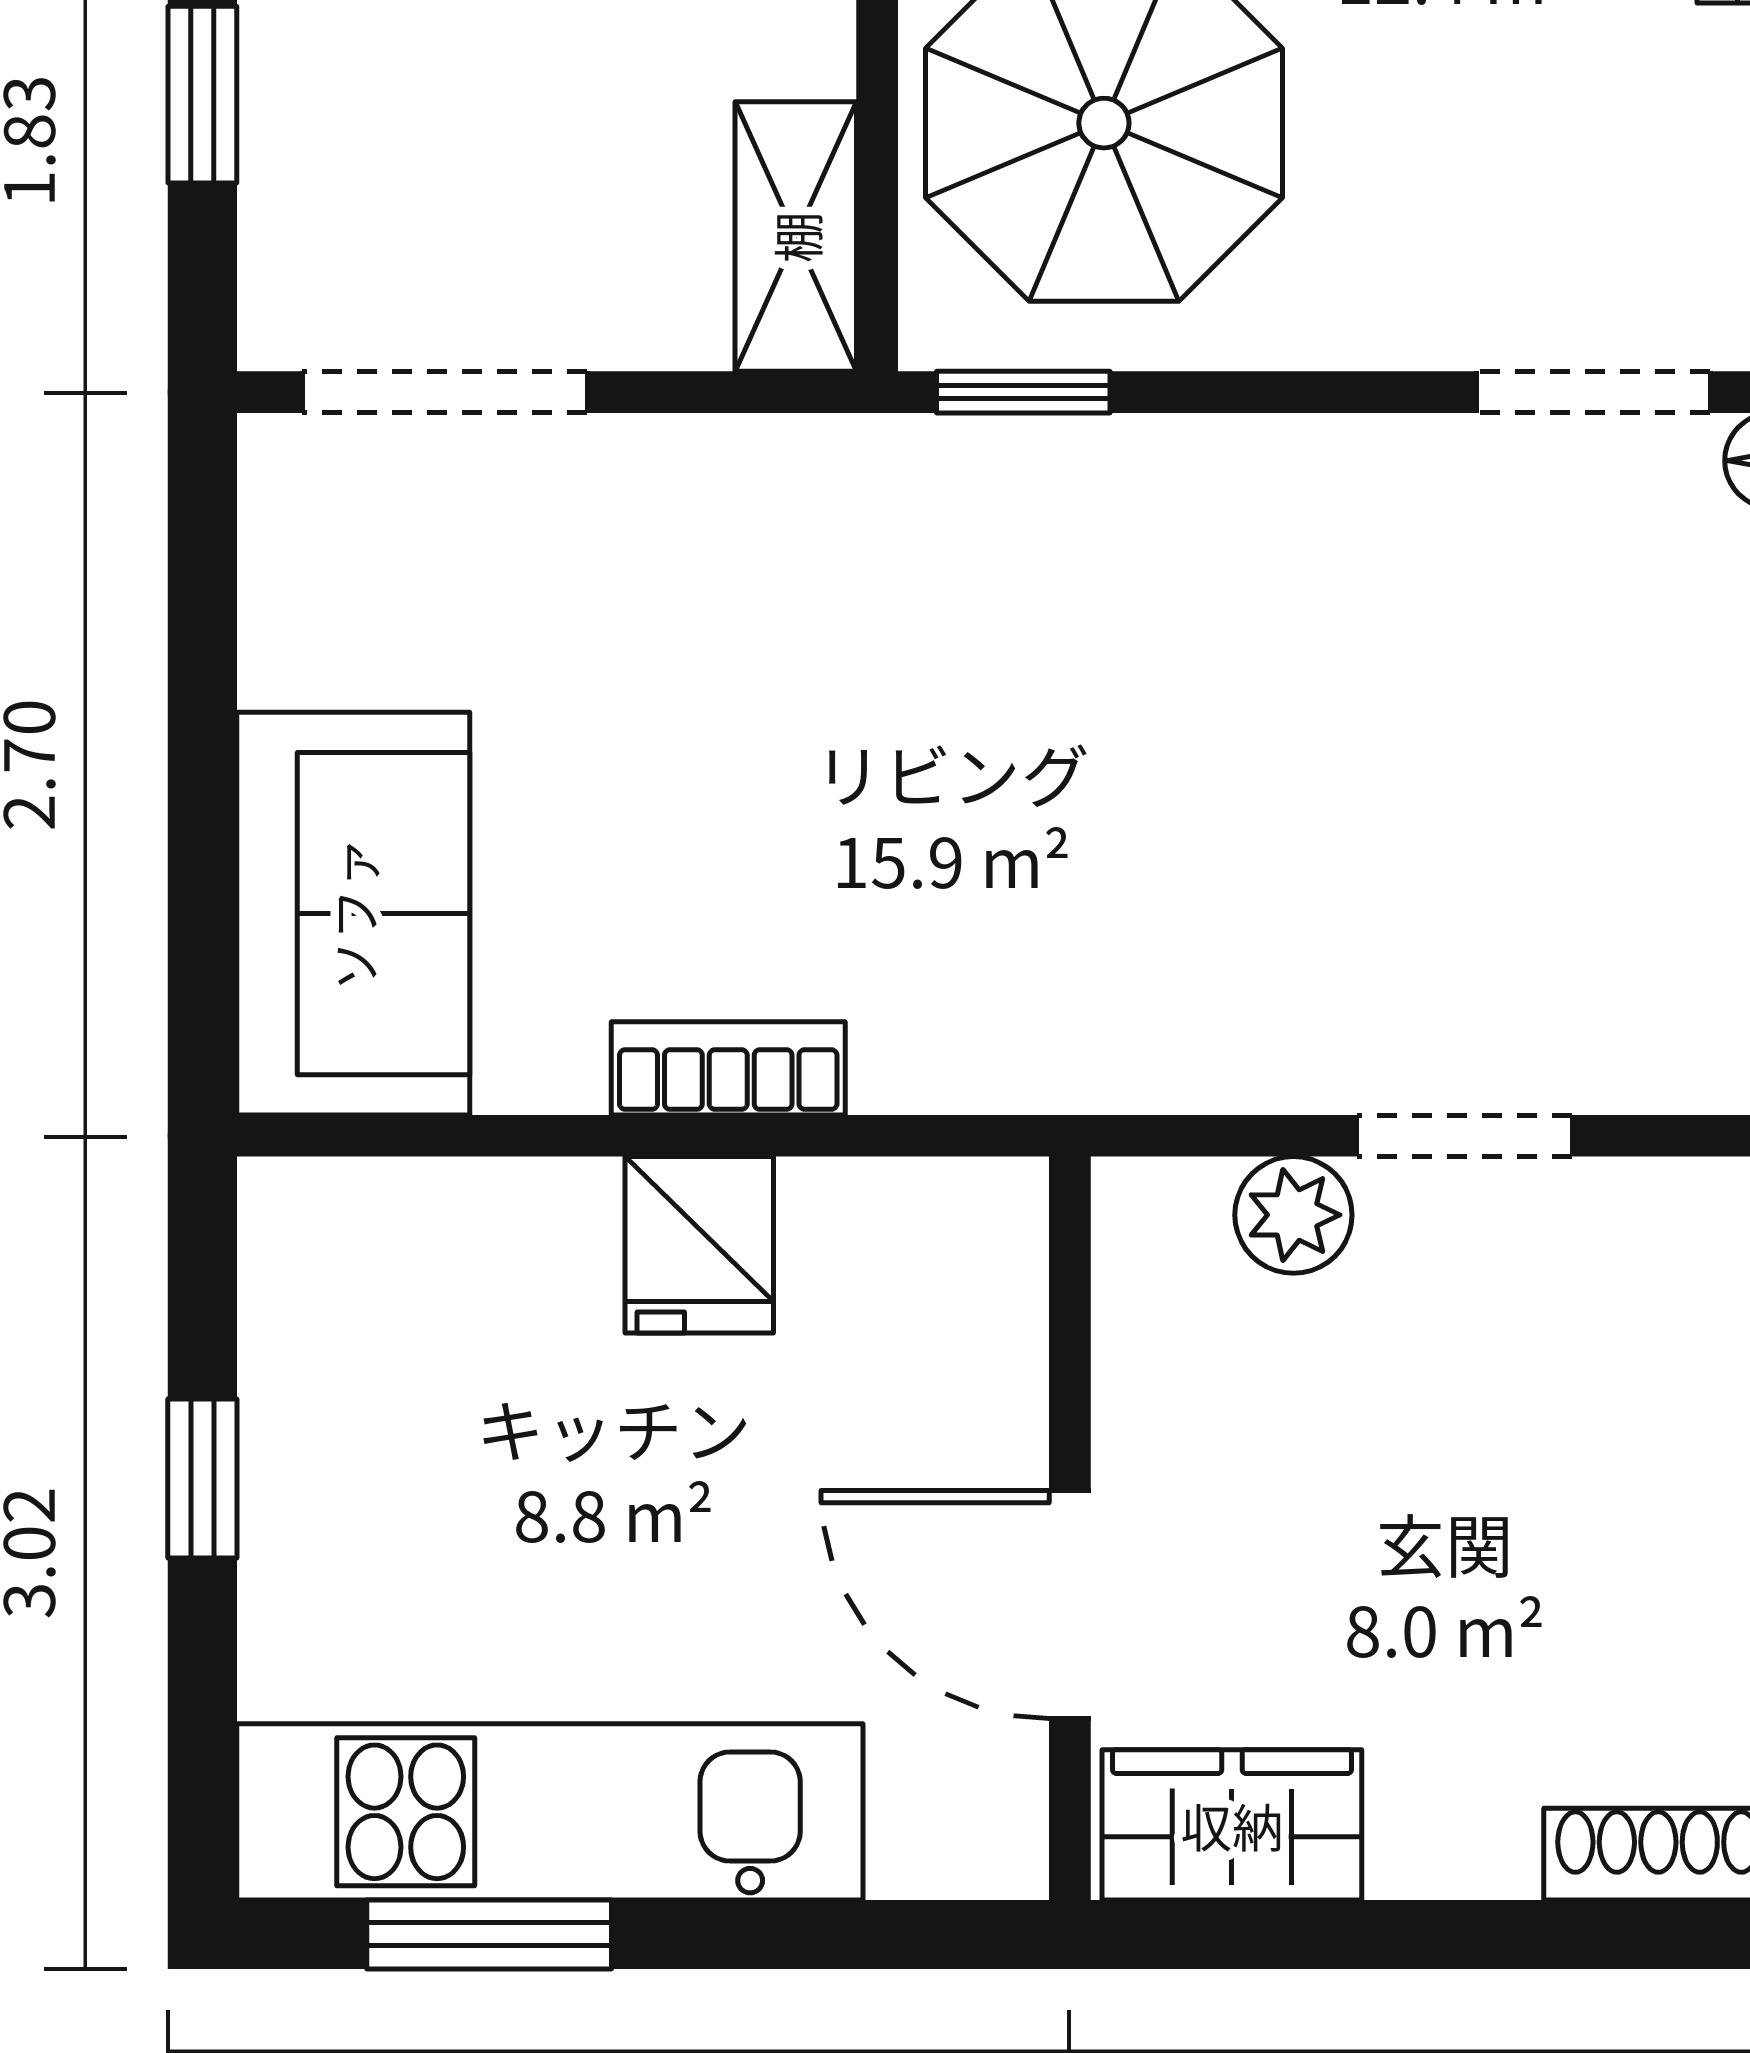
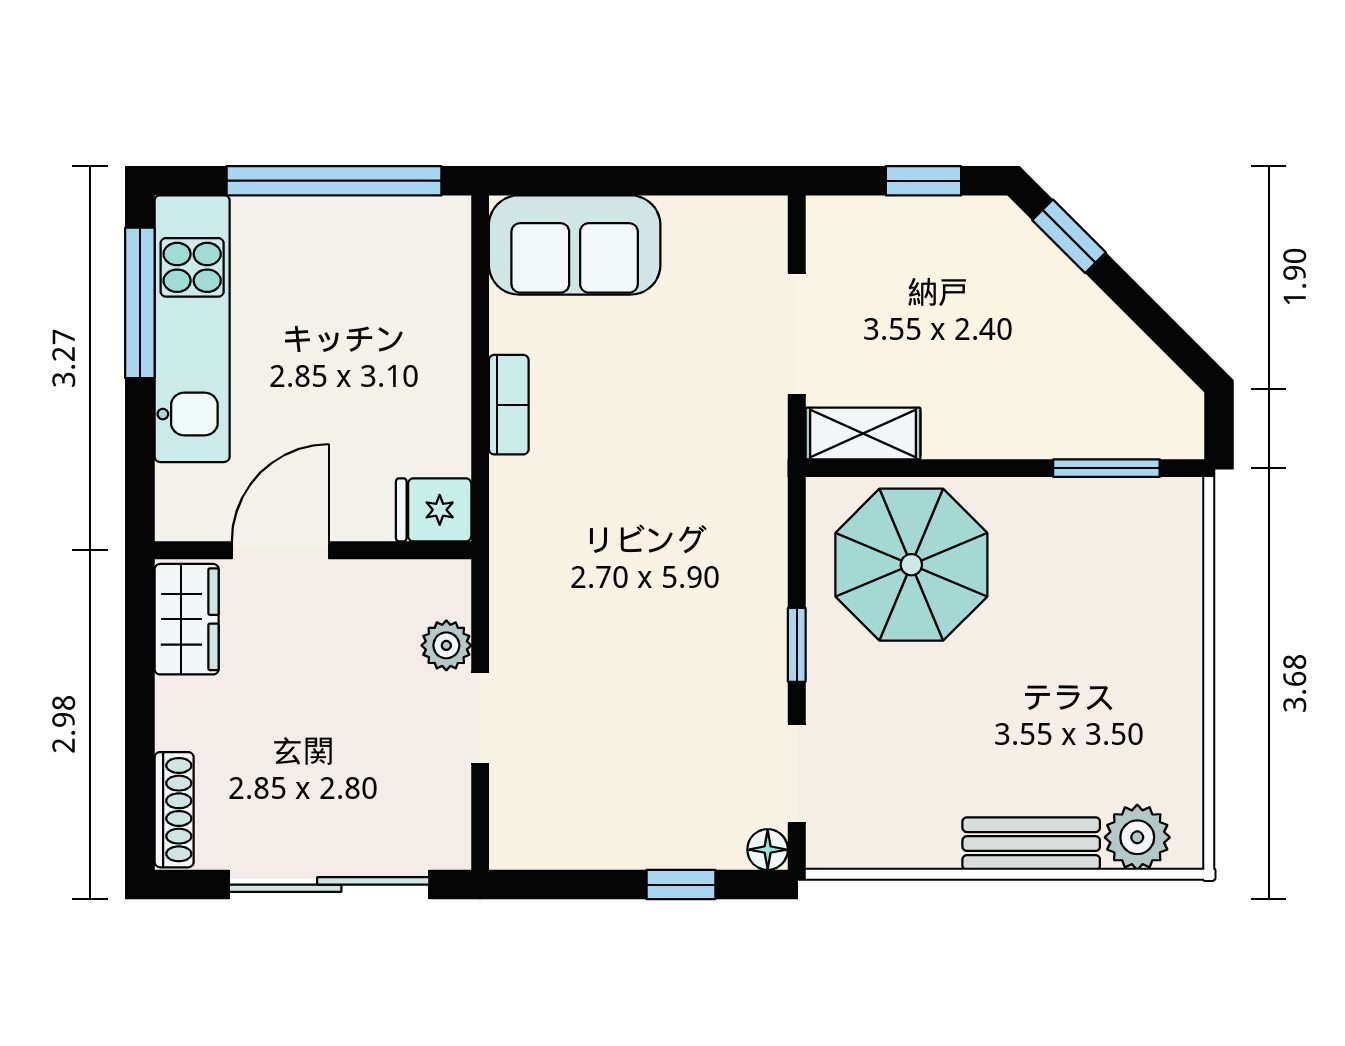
doorway: (445, 392) -> (797, 334), moved
window: (1023, 392) -> (797, 645), moved
fridge: (699, 1245) -> (434, 510), moved
window: (202, 1479) -> (334, 181), width x3.17
window: (489, 1934) -> (140, 303), width x1.44

